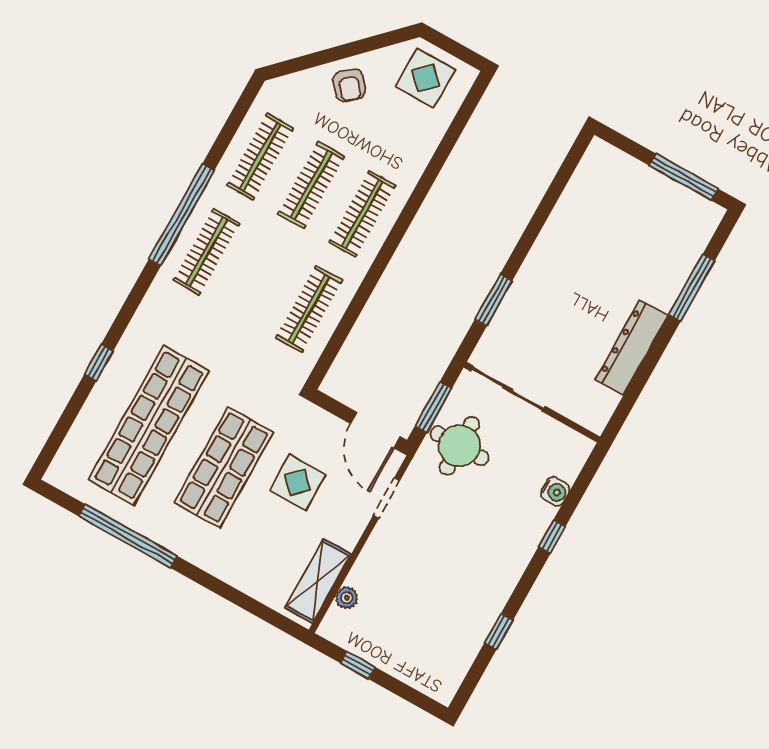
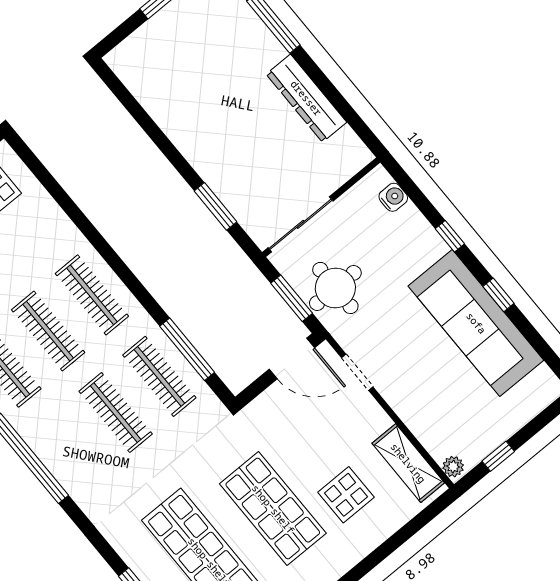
clothes rail: (207, 252) -> (116, 413), moved
window: (345, 326) -> (187, 349), added
display table: (298, 482) -> (346, 495), moved
water cooler: (555, 491) -> (393, 197), moved
sofa: (478, 594) -> (476, 323), added
plant: (347, 598) -> (453, 467), moved
window: (499, 631) -> (498, 295), moved

